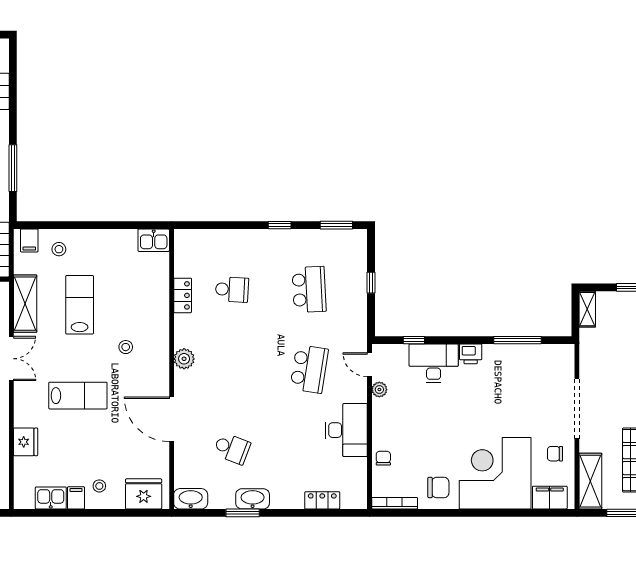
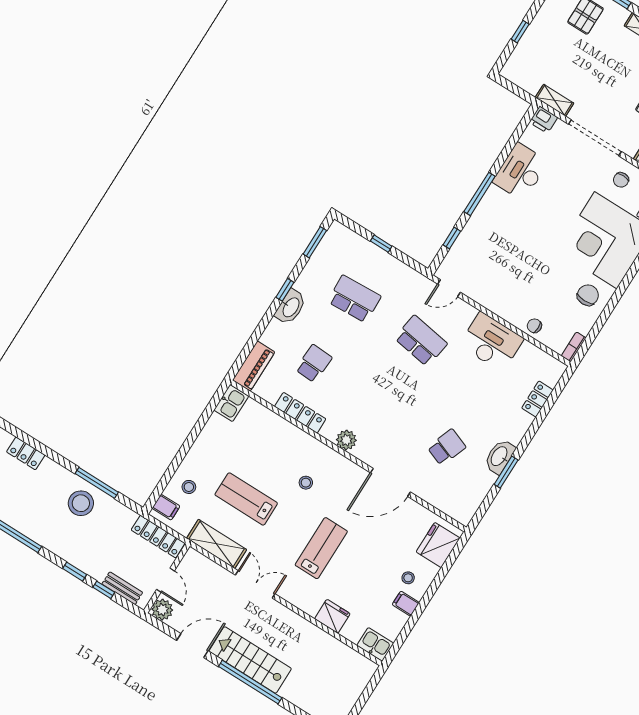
piano: (197, 240) -> (254, 366), added
locker: (183, 295) -> (300, 413), width x1.53
shelving: (587, 309) -> (555, 100), moved
window: (518, 340) -> (480, 194), moved
printer: (471, 354) -> (544, 120), moved, turned 90
desk: (434, 363) -> (520, 172), moved
plant: (379, 390) -> (475, 293), removed
kitchen sink: (51, 498) -> (375, 644), moved, turned 90
washbasin: (191, 499) -> (291, 307), moved, turned 180
bookcase: (395, 503) -> (574, 347), width x0.64

